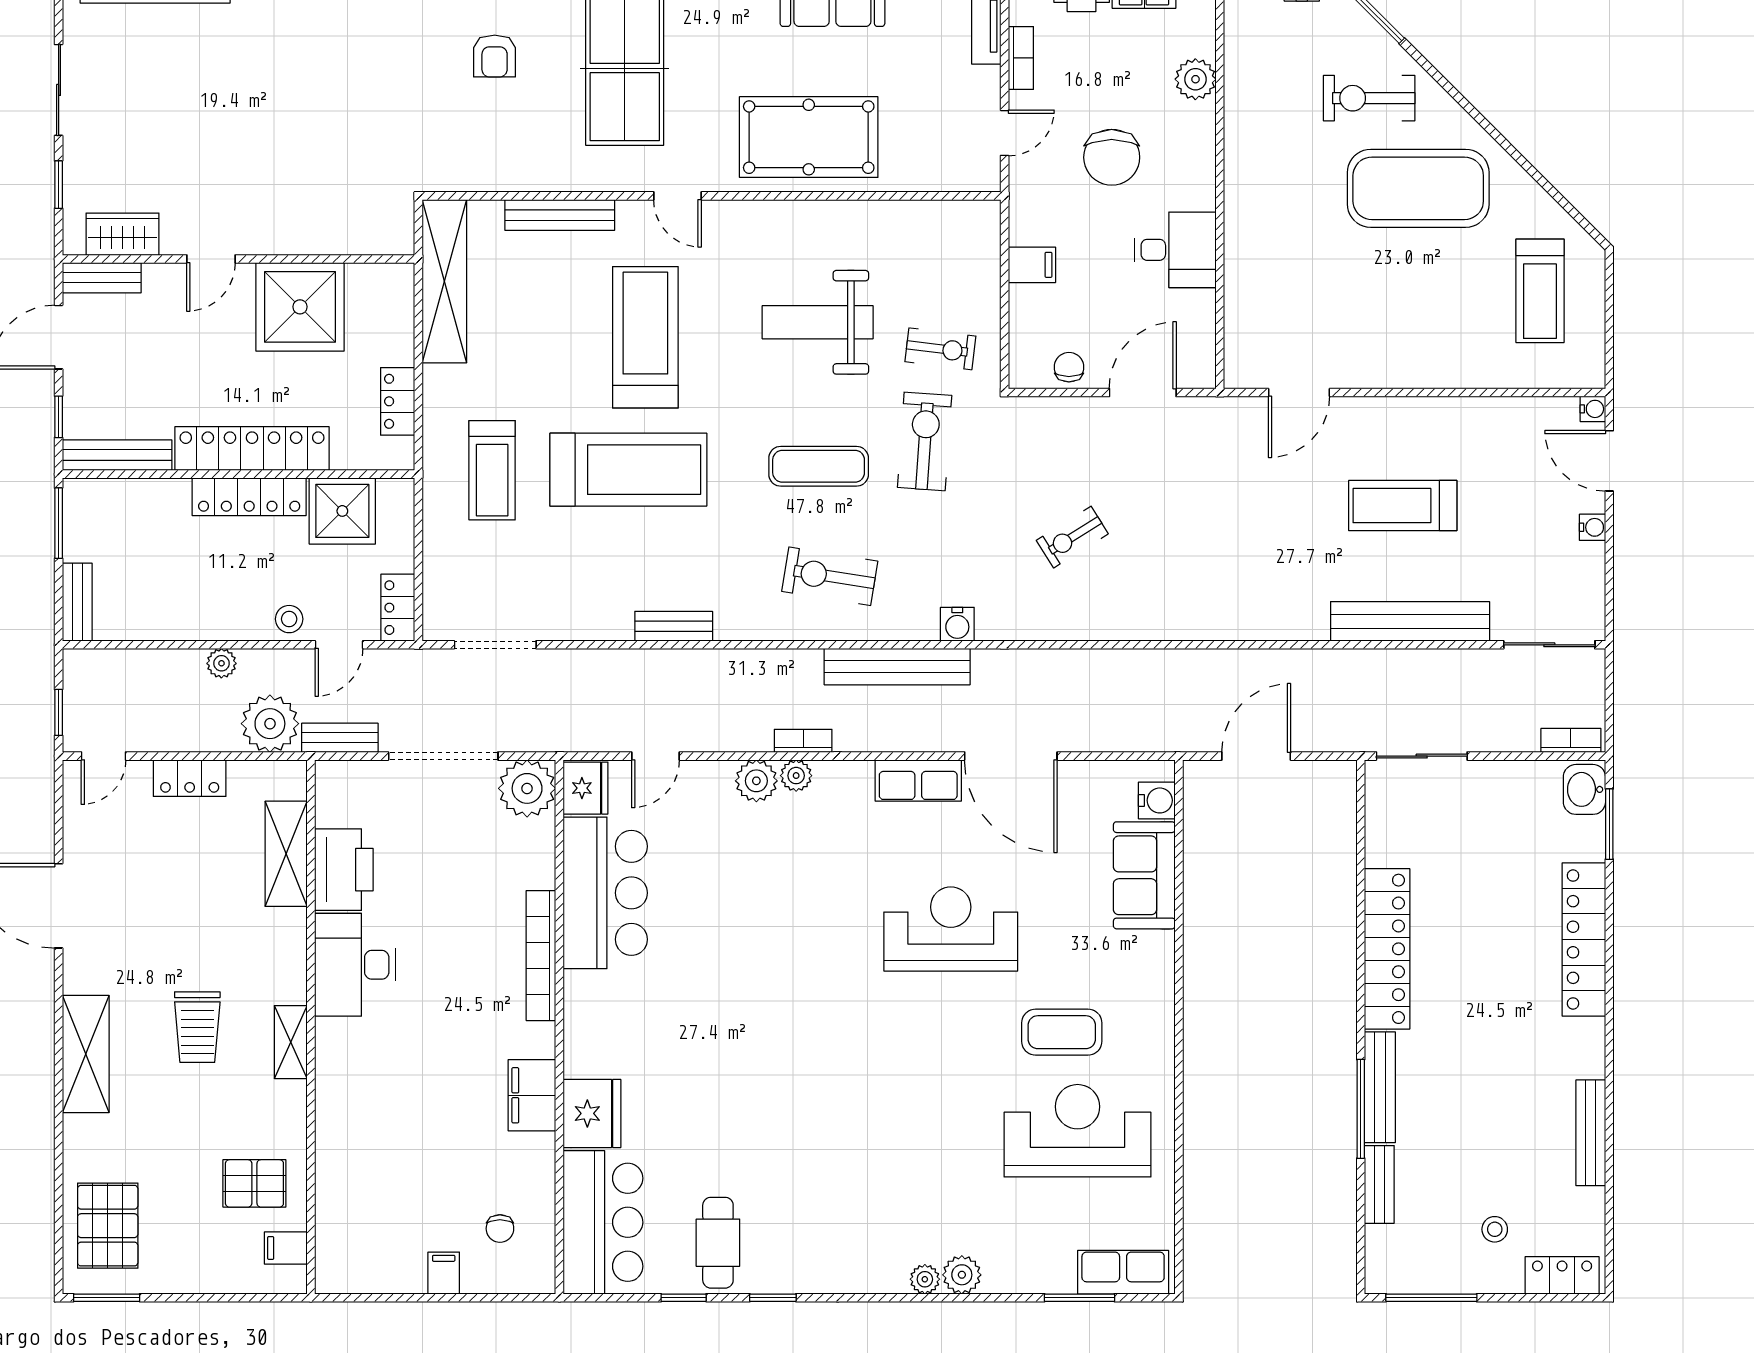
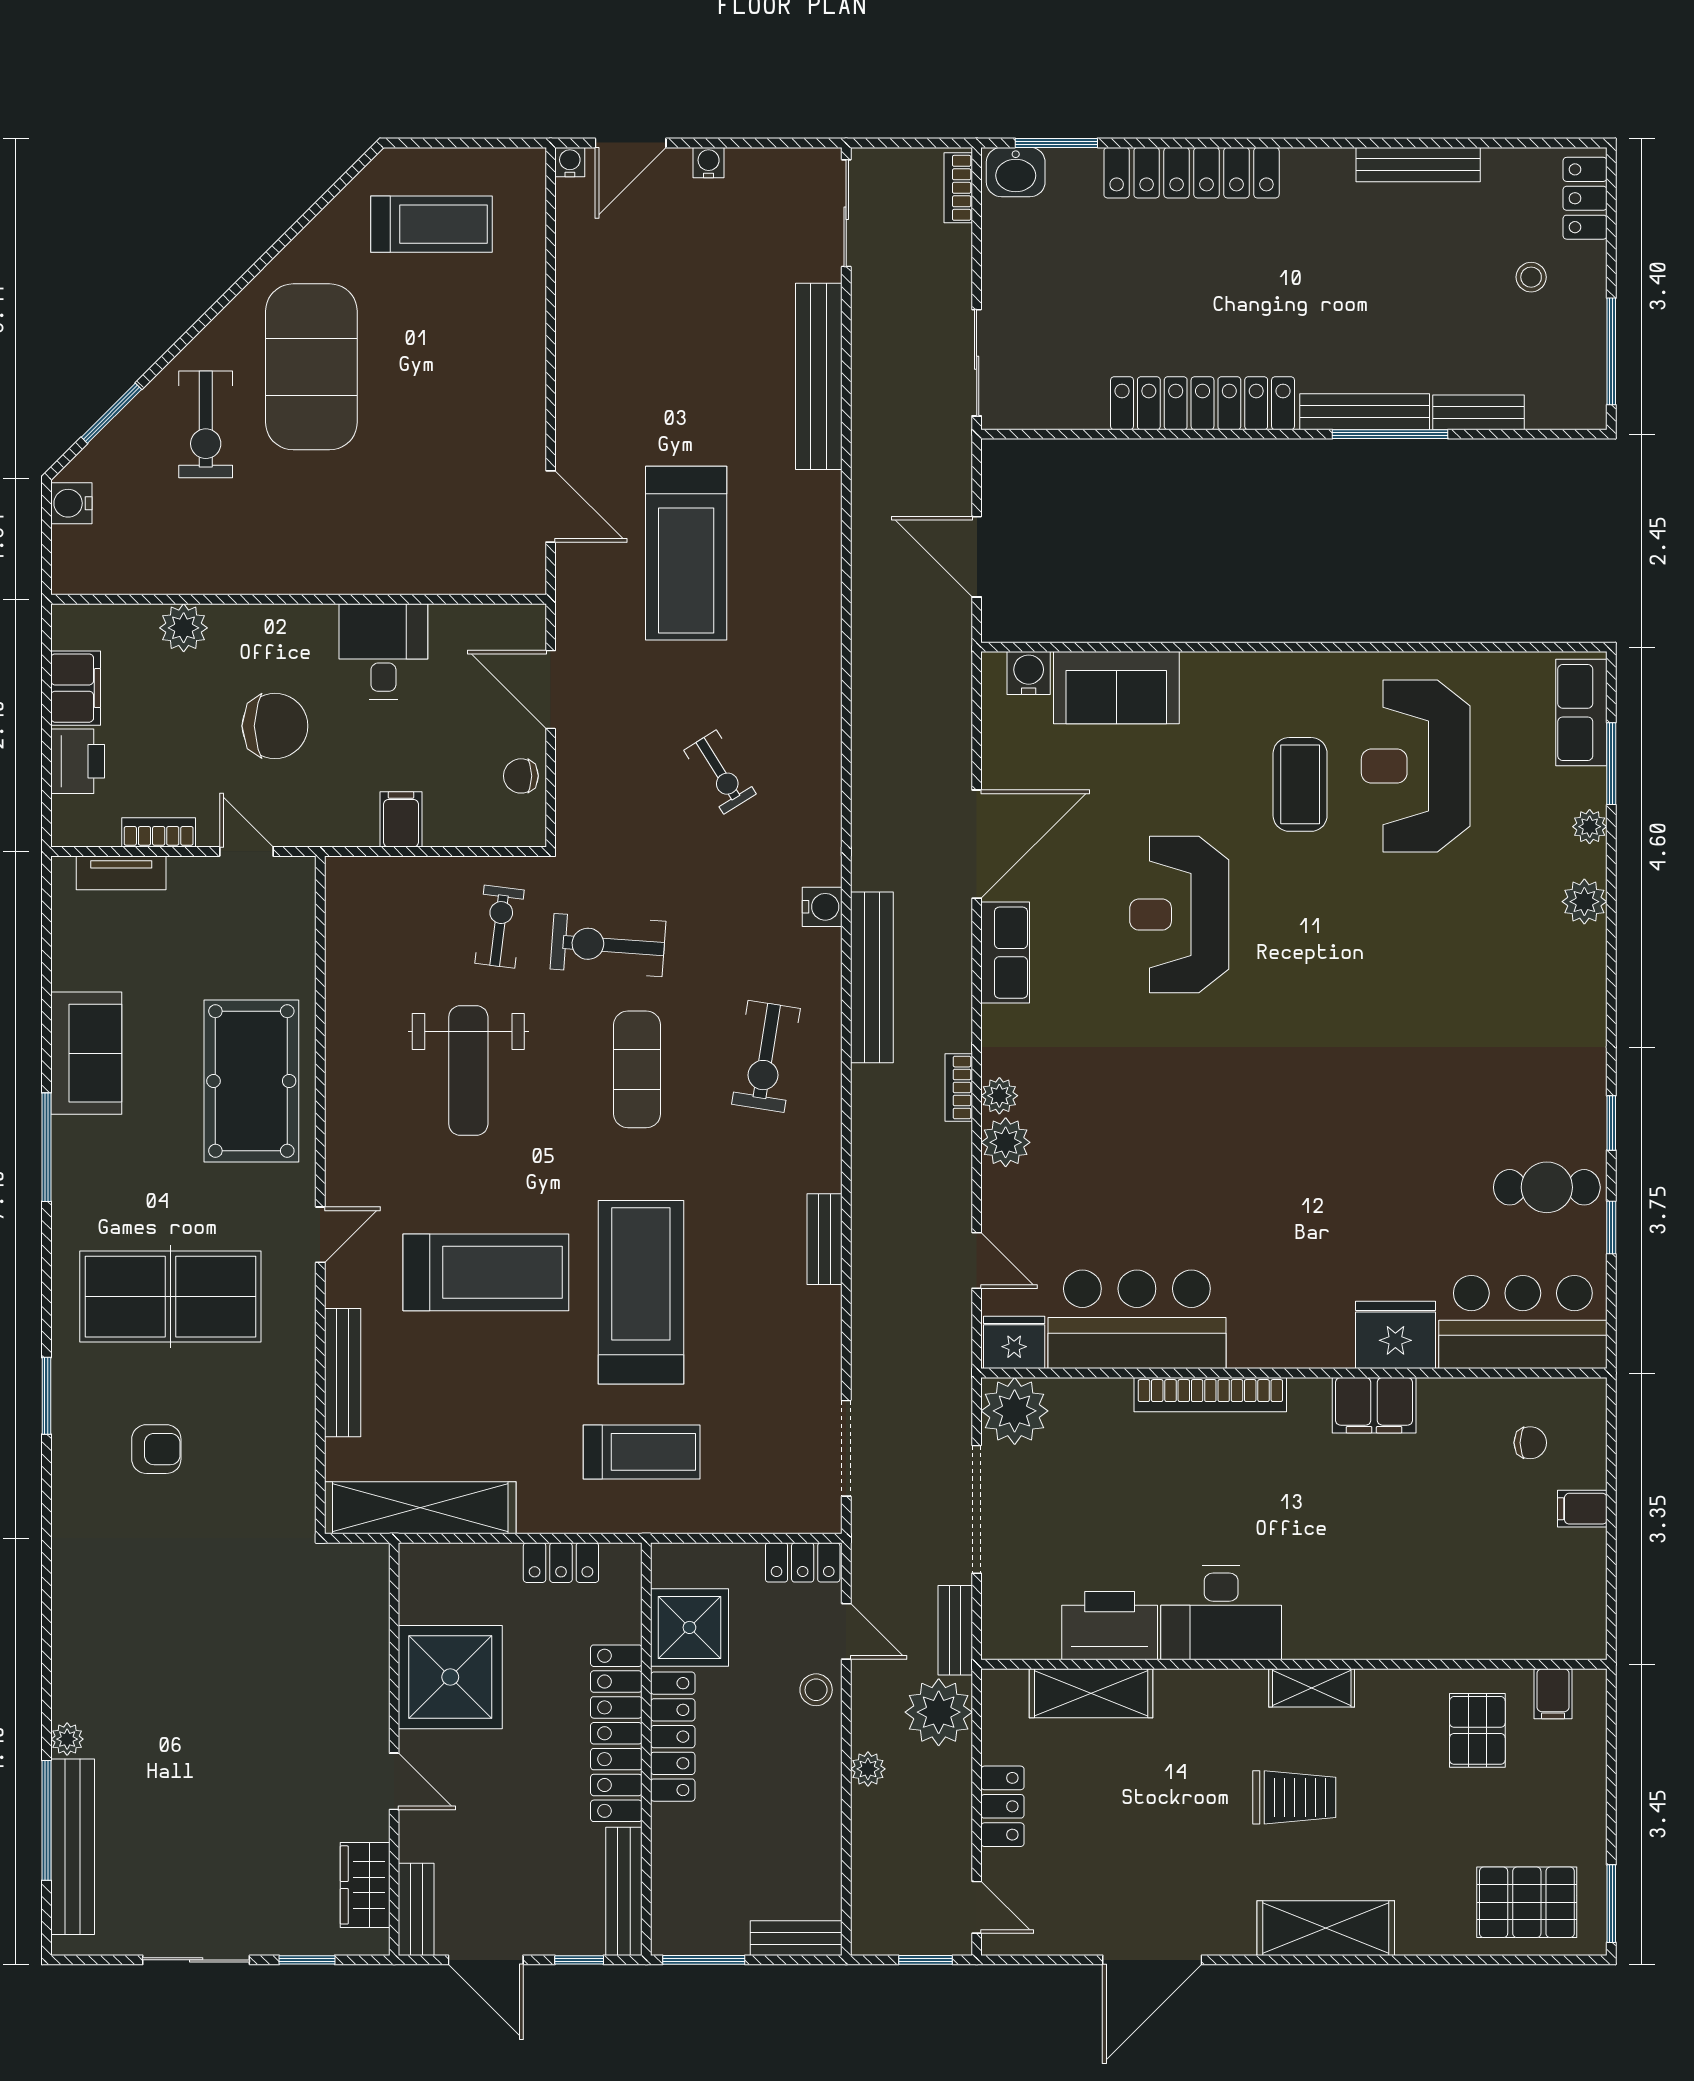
treadmill: (645, 337) -> (486, 1272), turned 180
treadmill: (1403, 506) -> (686, 553), moved, width x1.37, depth x1.38
plant: (925, 1279) -> (1590, 827), moved

